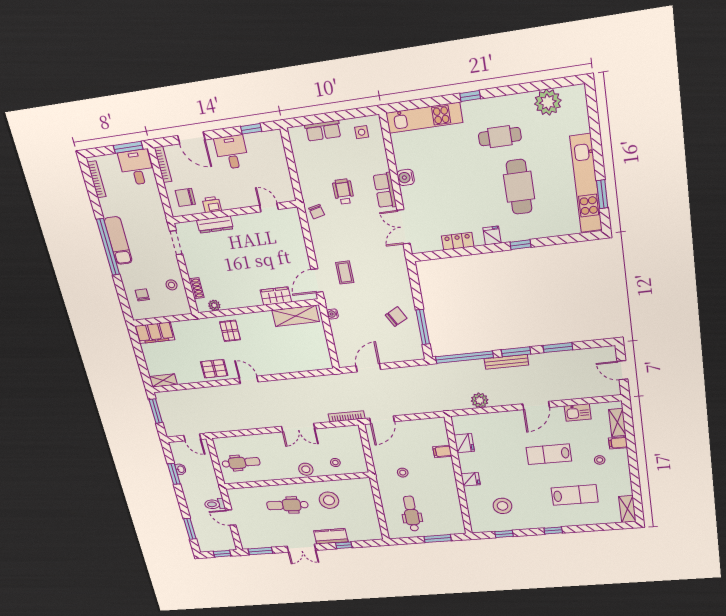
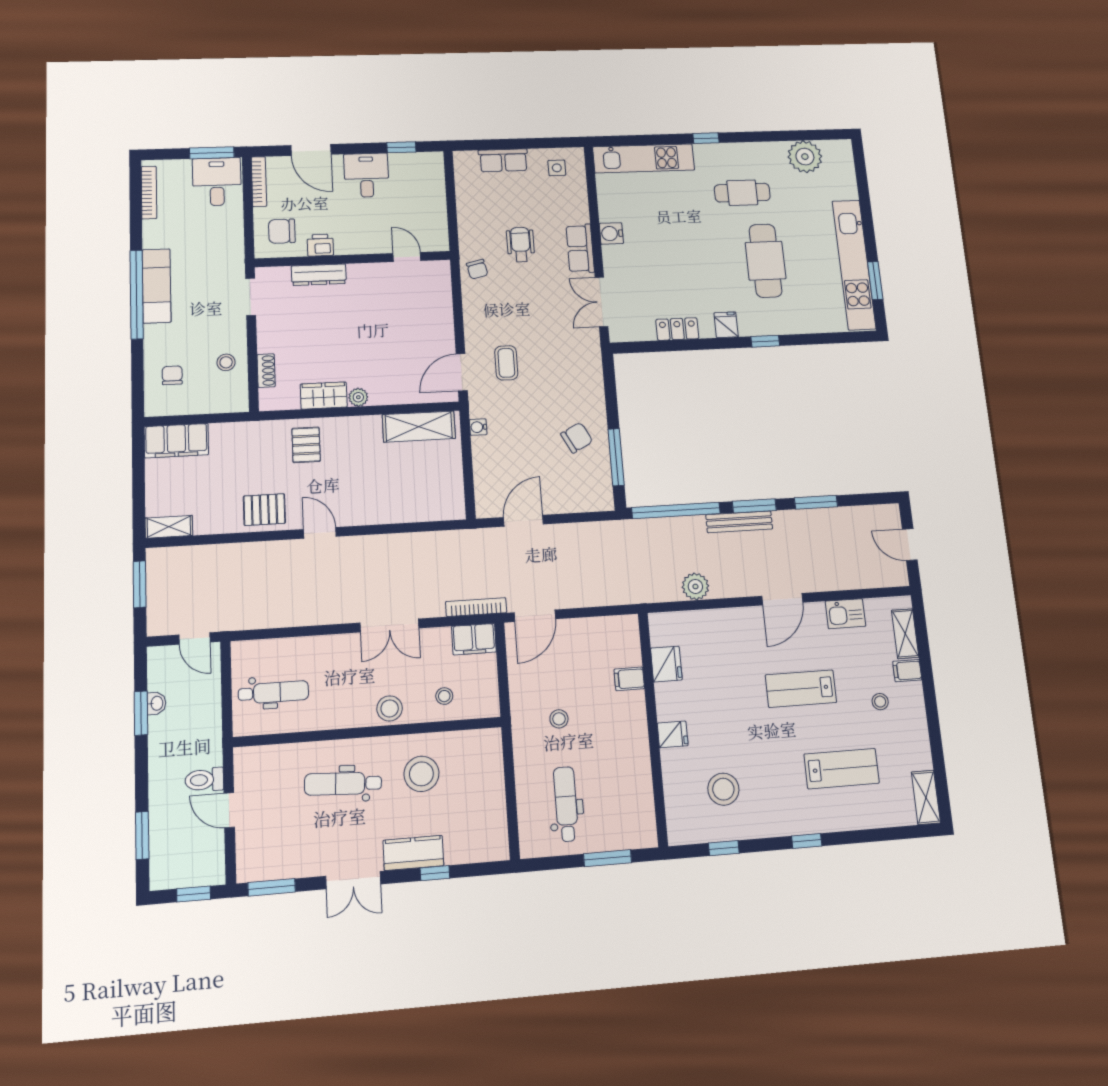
wardrobe: (276, 296) -> (324, 396), moved
plant: (214, 305) -> (358, 397), moved
filing cabinet: (348, 433) -> (474, 639), added

